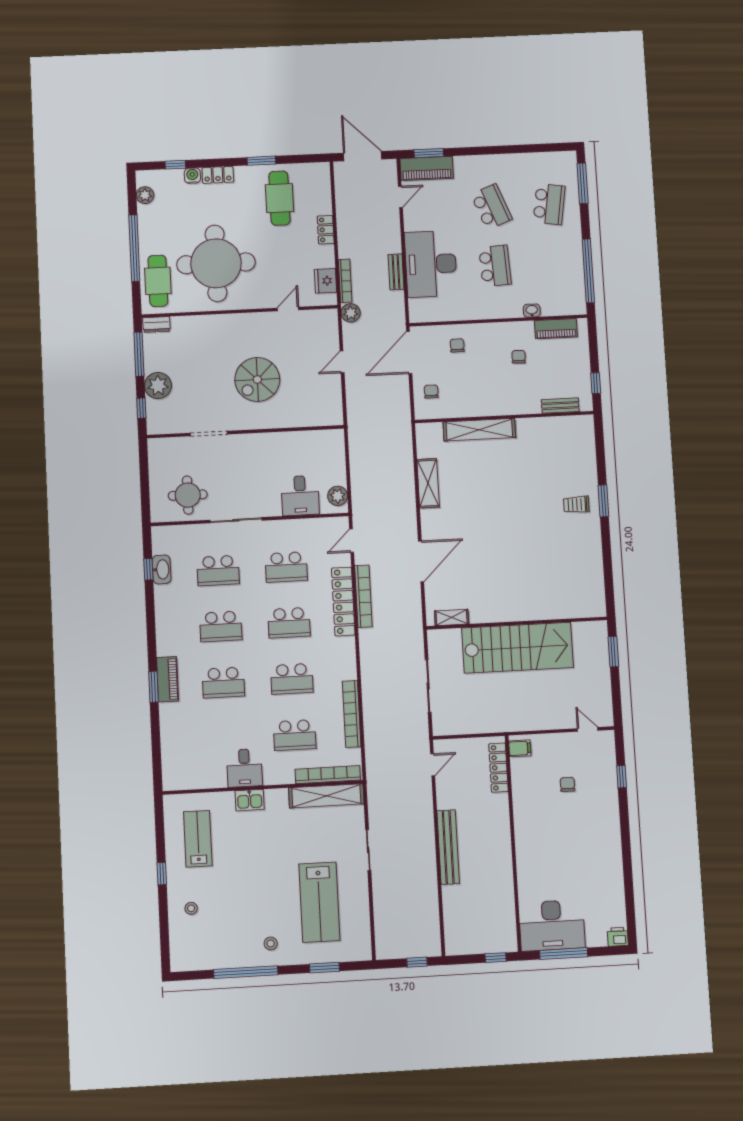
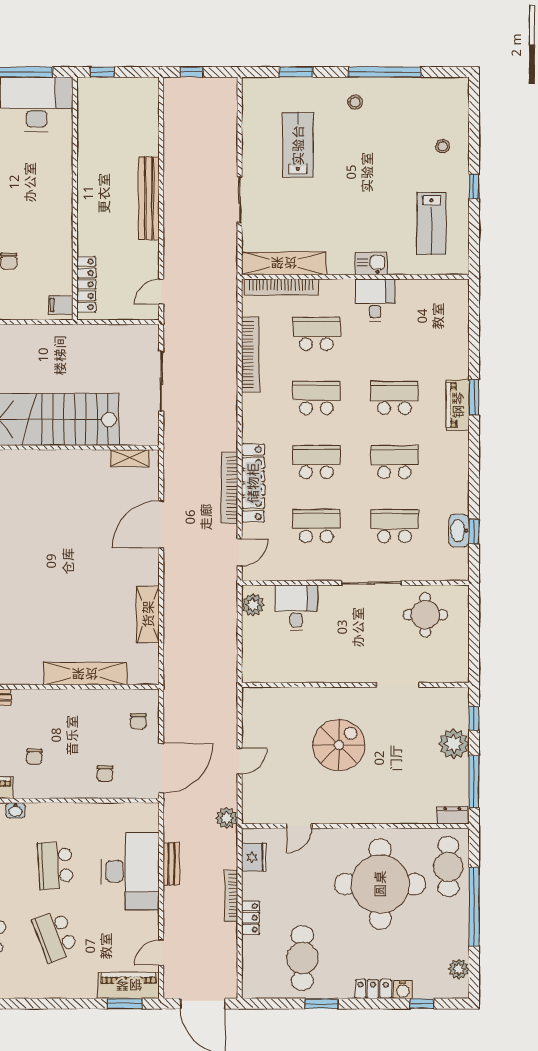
bookcase: (345, 281) -> (231, 896), moved
lab bench: (319, 902) -> (298, 145), width x0.73, depth x0.72

